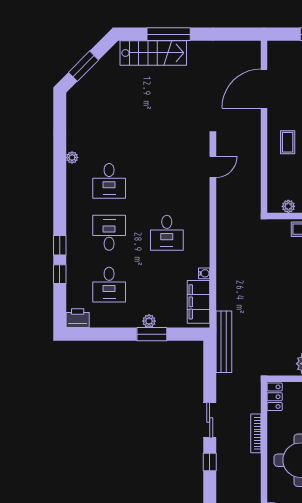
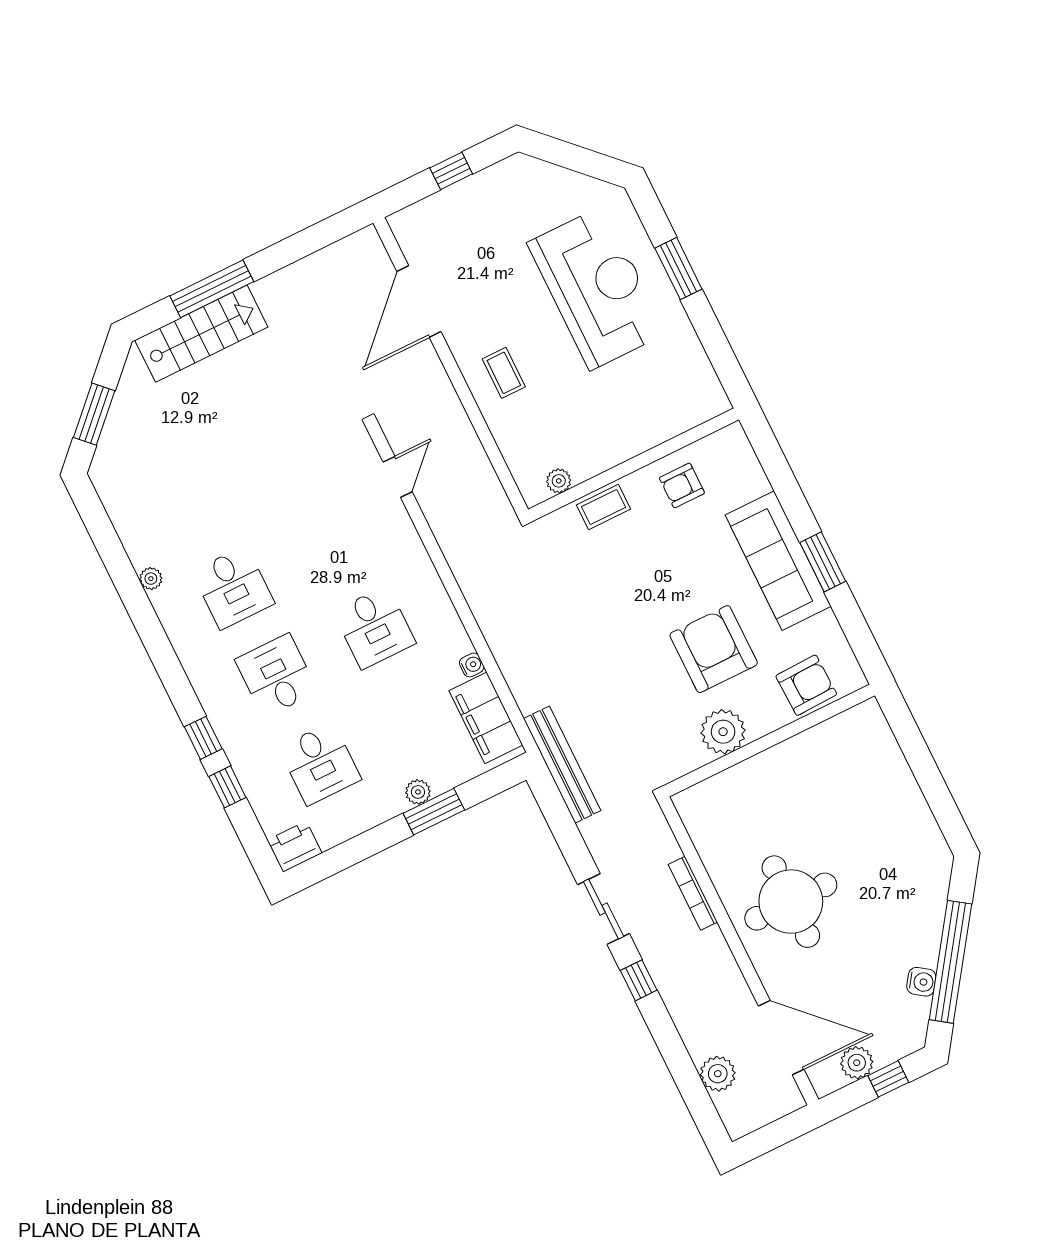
locker: (275, 397) -> (694, 815), removed

